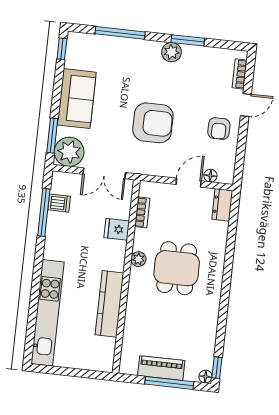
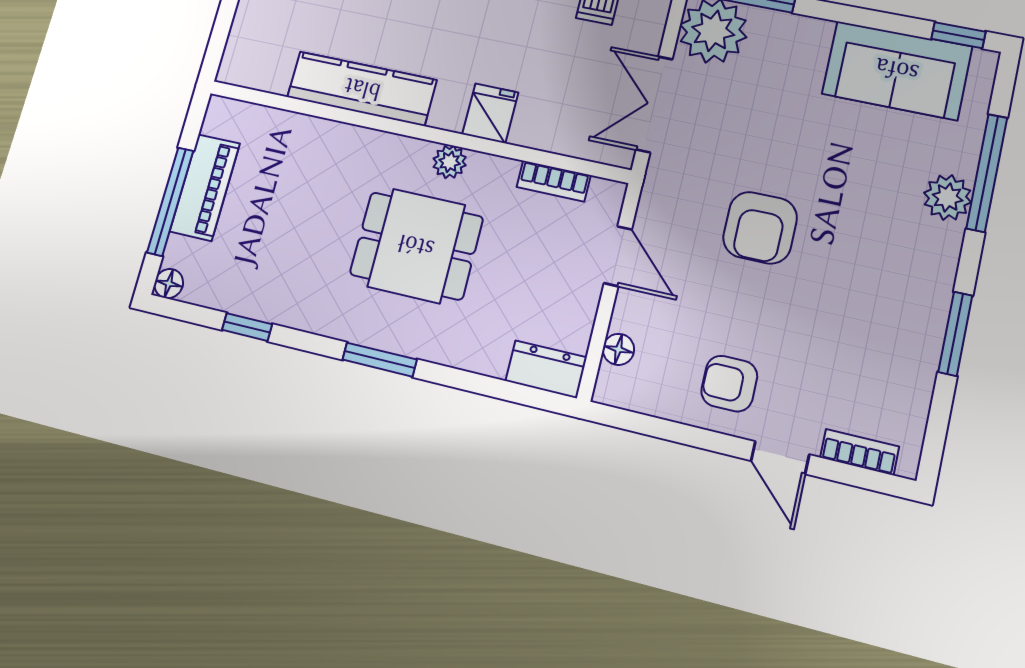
plant: (172, 52) -> (948, 197), moved
sofa: (77, 99) -> (897, 70), moved
armchair: (153, 123) -> (760, 228), width x0.73, depth x0.73
door: (189, 183) -> (618, 256), moved
fridge: (117, 229) -> (490, 113), moved
window: (227, 277) -> (380, 360), added
window: (217, 368) -> (247, 327), moved

